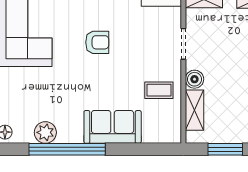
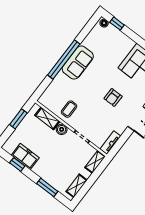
sofa: (113, 127) -> (78, 63), moved
plant: (45, 132) -> (90, 42), removed
window: (67, 149) -> (64, 59), moved

